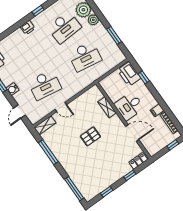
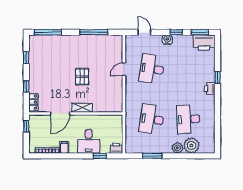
window: (38, 11) -> (218, 77), moved
printer: (129, 74) -> (116, 148), width x0.53, depth x0.68
desk: (129, 106) -> (89, 141), moved, turned 180
shelving: (107, 107) -> (82, 108), moved
shelving: (45, 125) -> (118, 45), removed
window: (173, 145) -> (26, 126), moved

